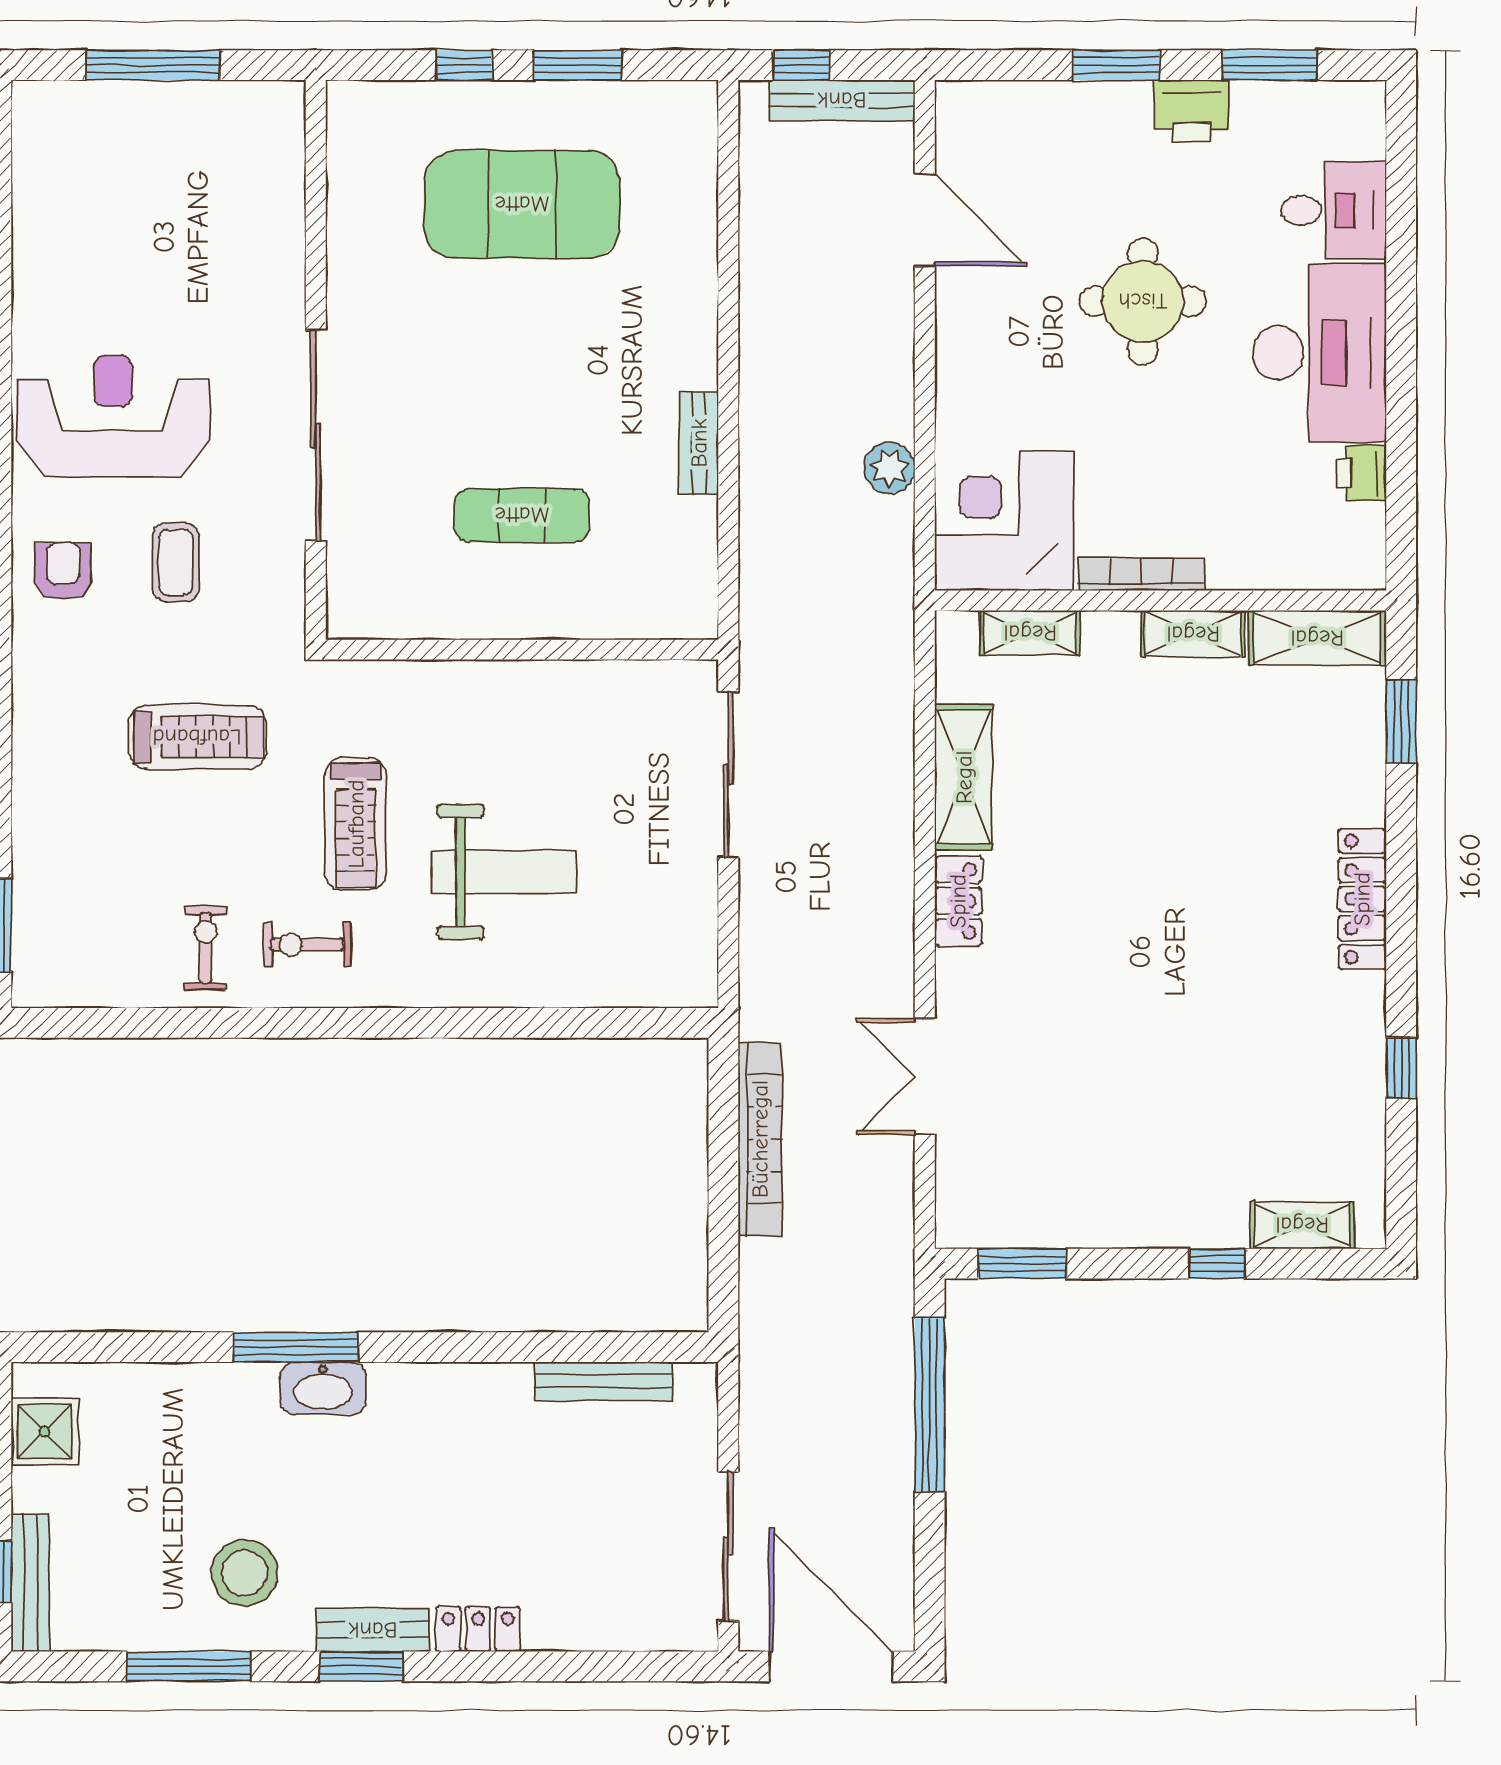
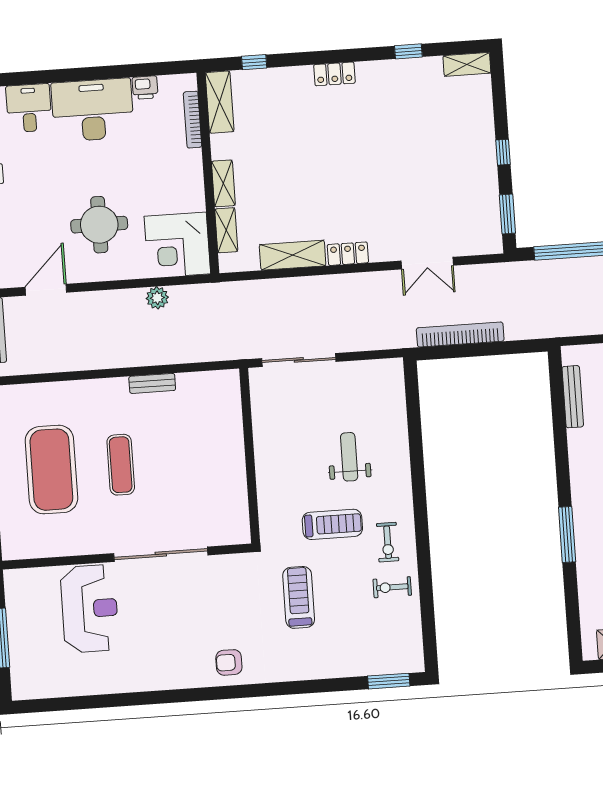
round table: (1143, 301) -> (99, 225), moved
reception desk: (113, 416) -> (90, 609), moved, turned 180
exercise mat: (522, 515) -> (121, 465), moved
coffee table: (176, 562) -> (221, 613), removed
bookcase: (1141, 575) -> (193, 120), moved
shelving: (1193, 634) -> (223, 183), moved
window: (1401, 721) -> (254, 62), width x0.67
weight bench: (504, 872) -> (349, 457), width x0.73, depth x0.75
locker: (1362, 899) -> (334, 74), width x0.66
shelving: (1302, 1225) -> (467, 64), moved, turned 90
window: (1217, 1264) -> (503, 152), moved
washbasin: (323, 1388) -> (585, 521), removed

